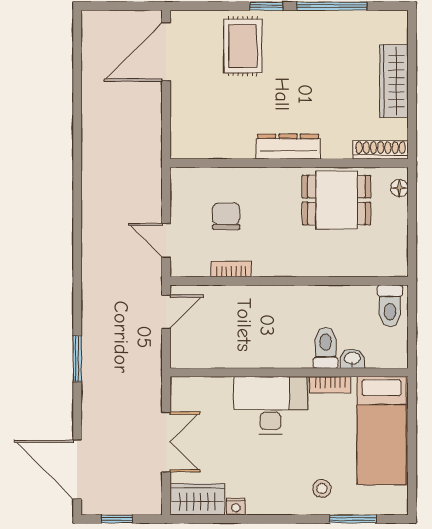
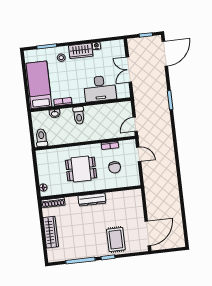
dining table: (336, 200) -> (81, 169), moved
toilet: (326, 348) -> (79, 115), moved
desk: (270, 405) -> (100, 89), moved
door: (77, 470) -> (165, 54), hinge flipped
wardrobe: (197, 499) -> (81, 51), moved

